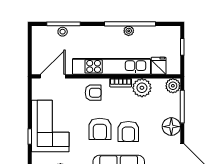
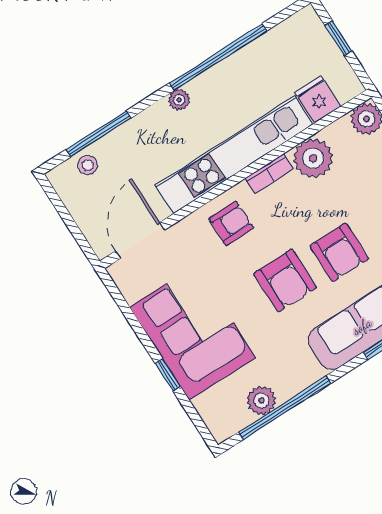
plant: (129, 31) -> (179, 100), moved
stool: (63, 32) -> (88, 165), moved

